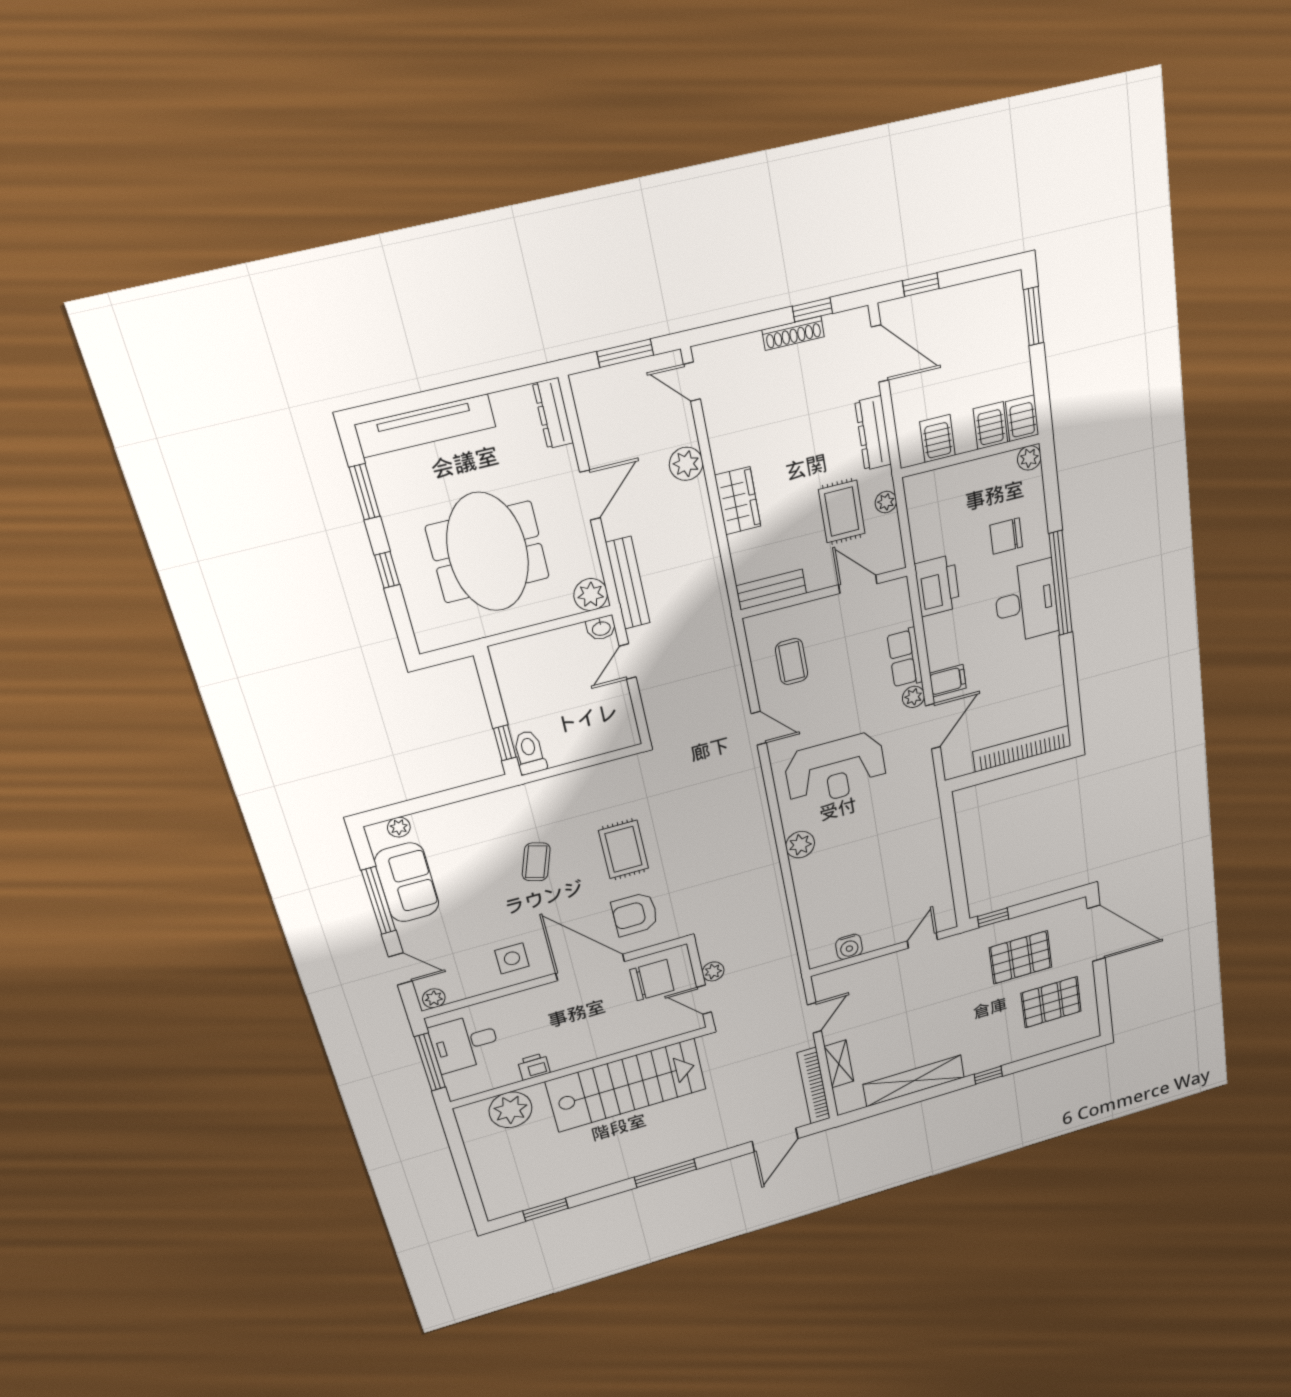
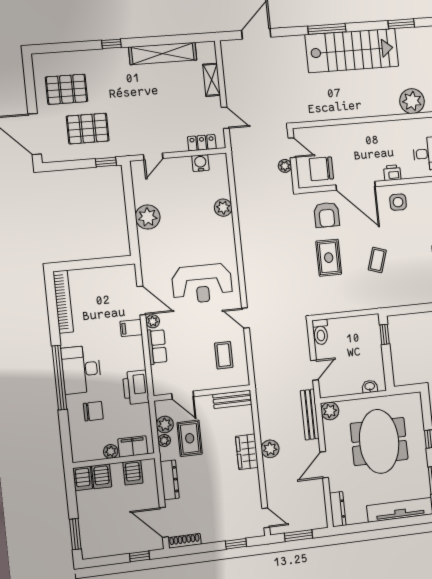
window: (812, 310) -> (236, 544), moved
shoe rack: (793, 333) -> (185, 541), moved
plant: (1029, 458) -> (111, 451), moved
plant: (686, 464) -> (270, 449), moved
filing cabinet: (939, 485) -> (133, 446), added
plant: (886, 530) -> (165, 424), added
washbasin: (601, 628) -> (370, 387), moved
door: (933, 726) -> (141, 300), swing flipped
bookcase: (1022, 749) -> (63, 302), moved, turned -90
toilet: (529, 752) -> (321, 332), moved
reception desk: (836, 770) -> (202, 284), turned 180
plant: (800, 845) -> (223, 208), moved
plant: (928, 853) -> (148, 217), added
armchair: (635, 914) -> (327, 215), turned 90
locker: (849, 976) -> (202, 143), added
door: (814, 1018) -> (225, 118), swing flipped
printer: (534, 1067) -> (392, 173), moved, turned 180
stairs: (626, 1085) -> (352, 50), moved, turned 180
bookcase: (814, 1086) -> (229, 68), removed

